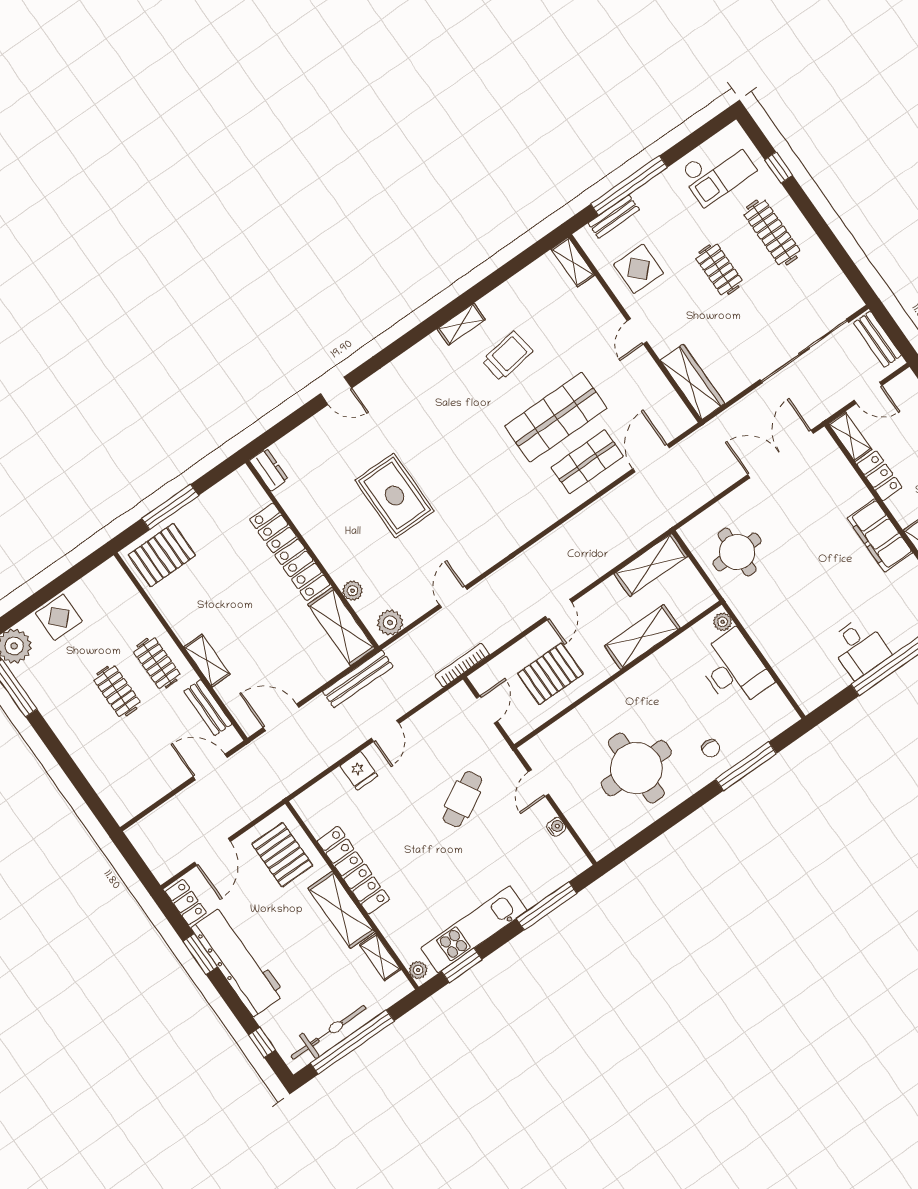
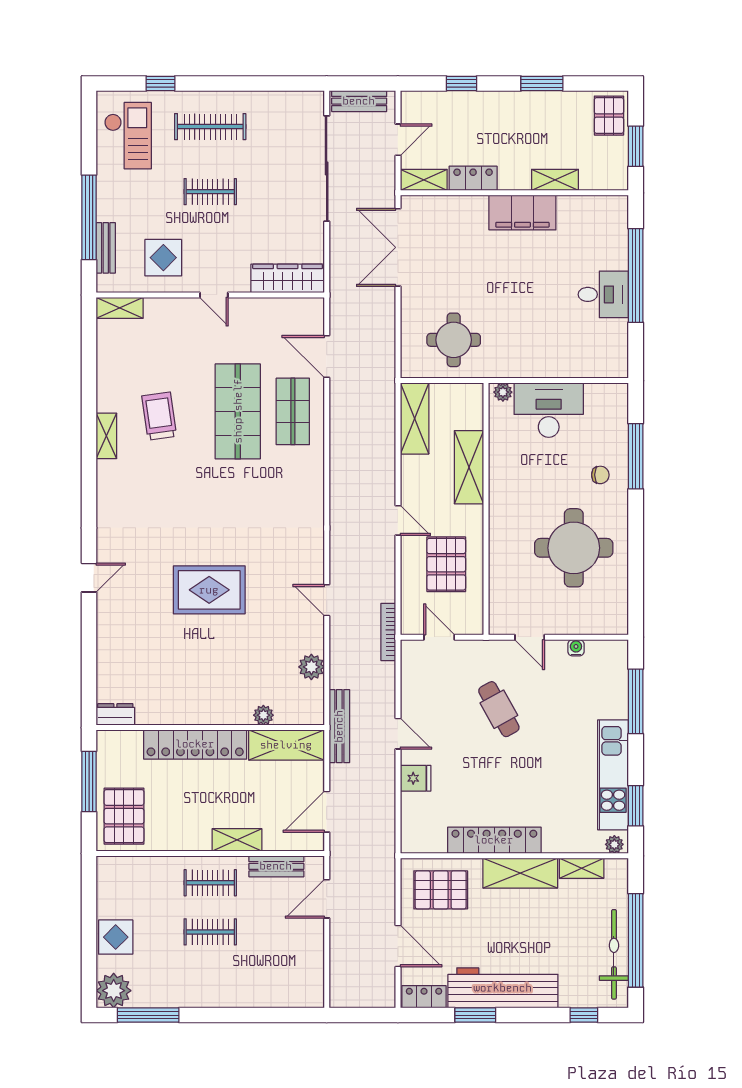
dresser: (269, 470) -> (115, 714), moved
locker: (290, 552) -> (195, 744), moved
wall: (312, 554) -> (210, 728), moved
plant: (352, 591) -> (263, 715), moved
shelving: (341, 626) -> (286, 745), moved

